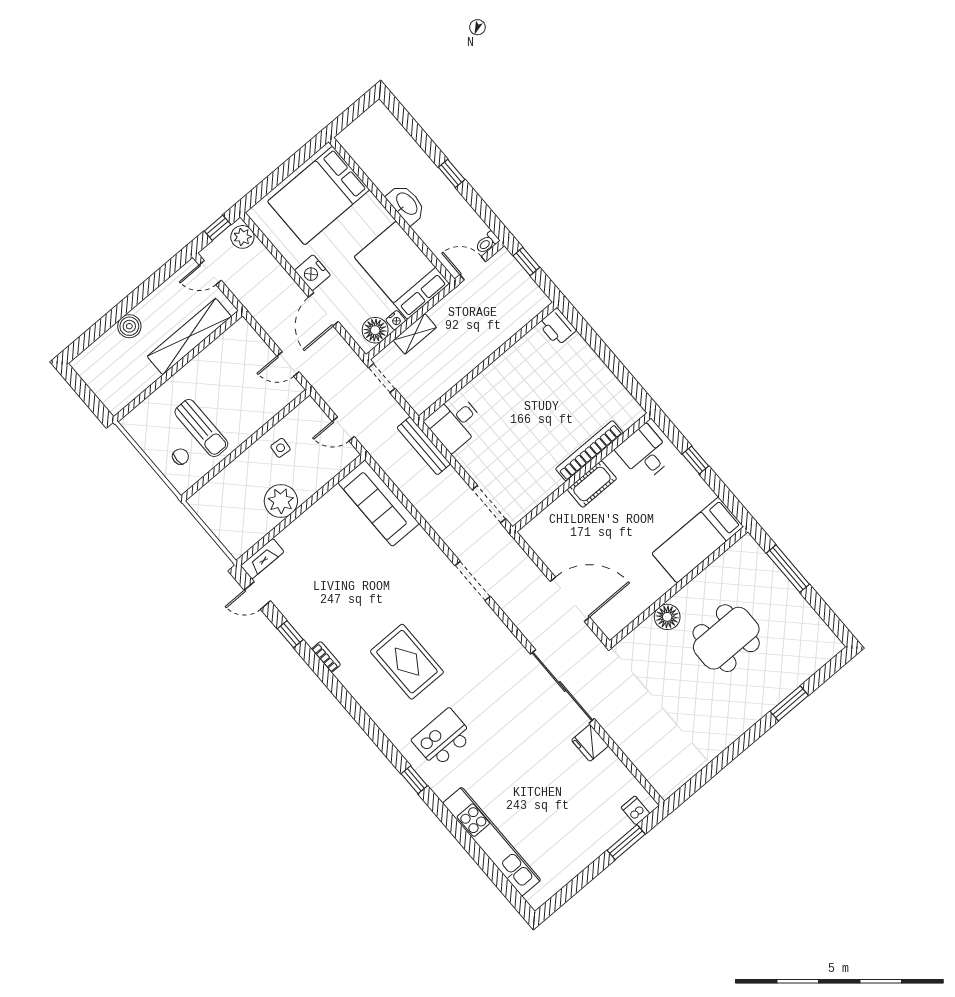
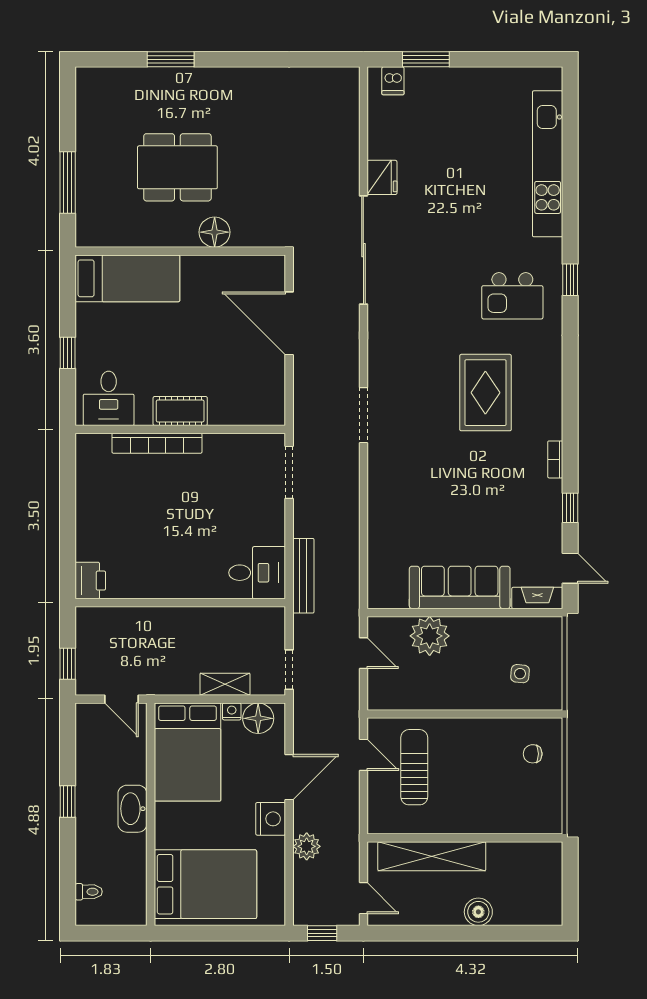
plant: (242, 237) -> (307, 846), moved
toilet: (487, 243) -> (89, 892), moved
sun lounger: (201, 428) -> (414, 767), moved
side table: (281, 448) -> (520, 674), moved
plant: (281, 501) -> (430, 636), moved
sofa: (379, 503) -> (460, 587), moved, turned -90

